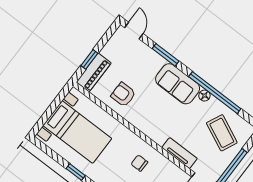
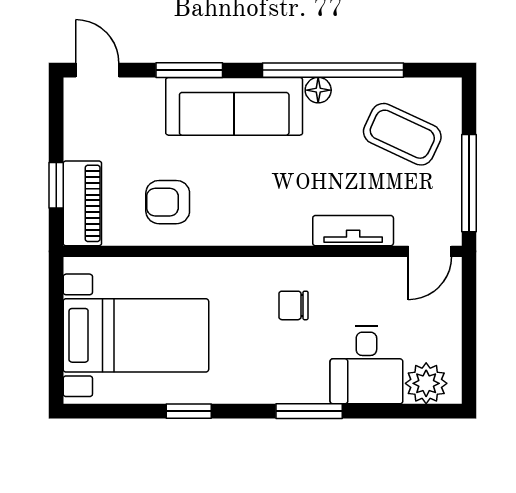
sofa: (178, 84) -> (234, 106), width x1.36

